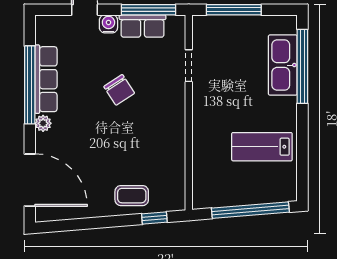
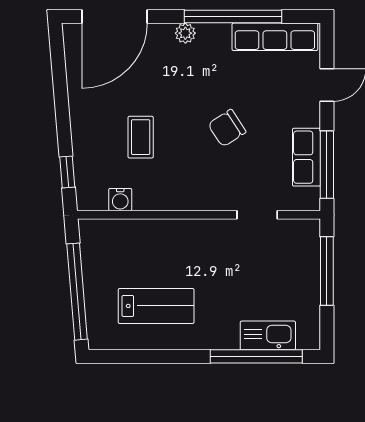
water cooler: (108, 24) -> (120, 200), moved, turned 90
kitchen sink: (283, 65) -> (268, 335), width x0.73, depth x0.81
row of seats: (46, 79) -> (275, 37), moved
lab bench: (262, 147) -> (156, 306), turned 90
coffee table: (132, 196) -> (141, 137), moved

